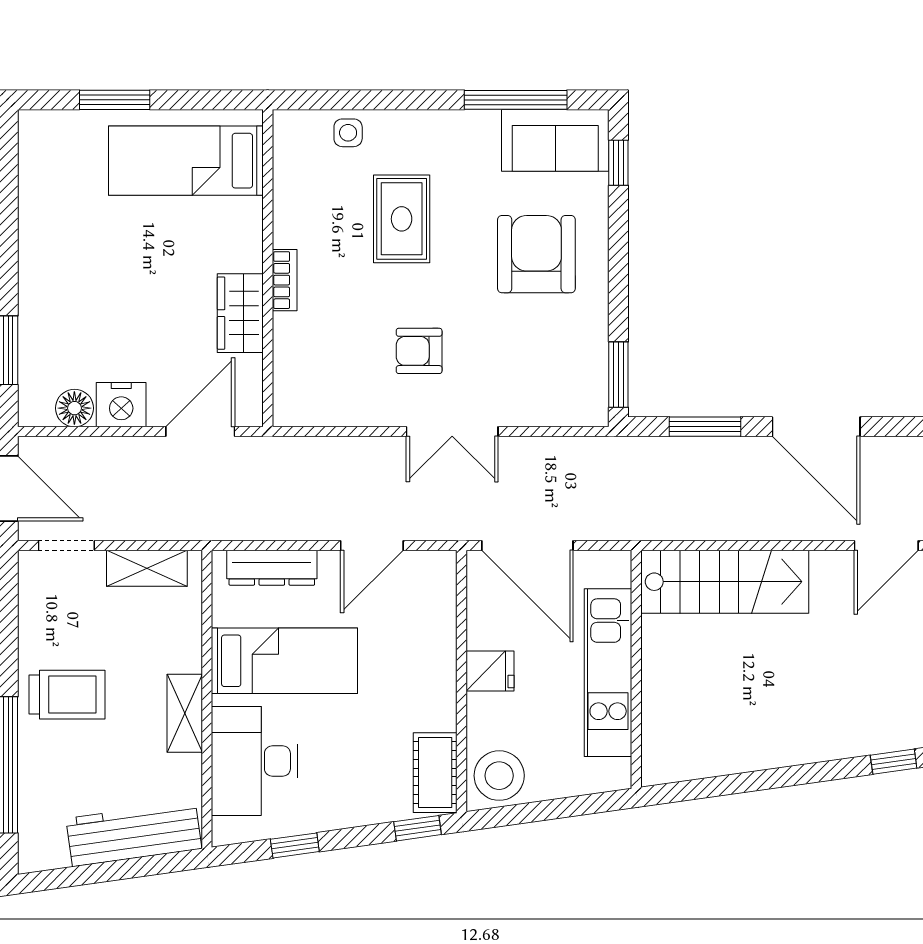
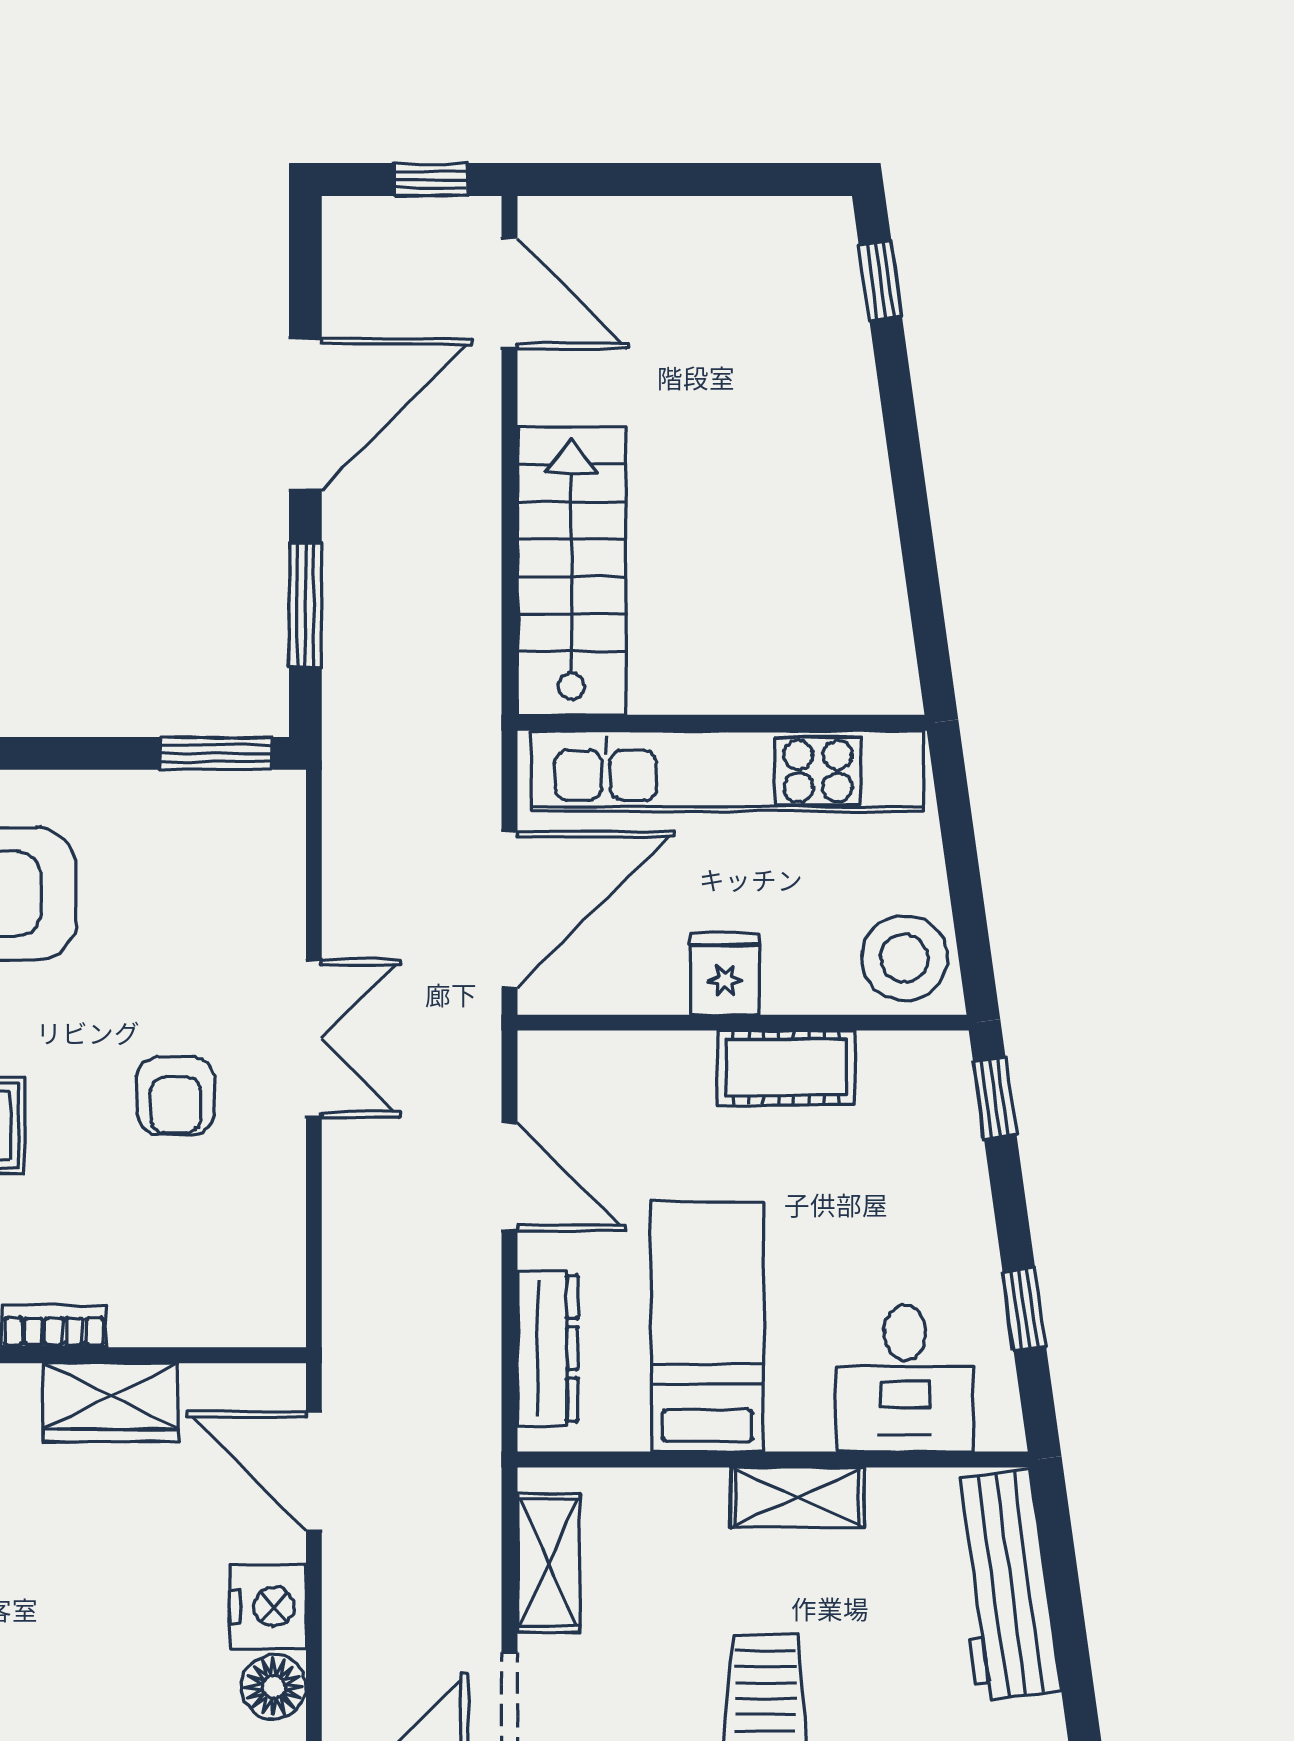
kitchen unit: (608, 673) -> (728, 771), width x1.36
desk: (254, 761) -> (905, 1378), width x0.73
cot: (435, 773) -> (786, 1068), moved

